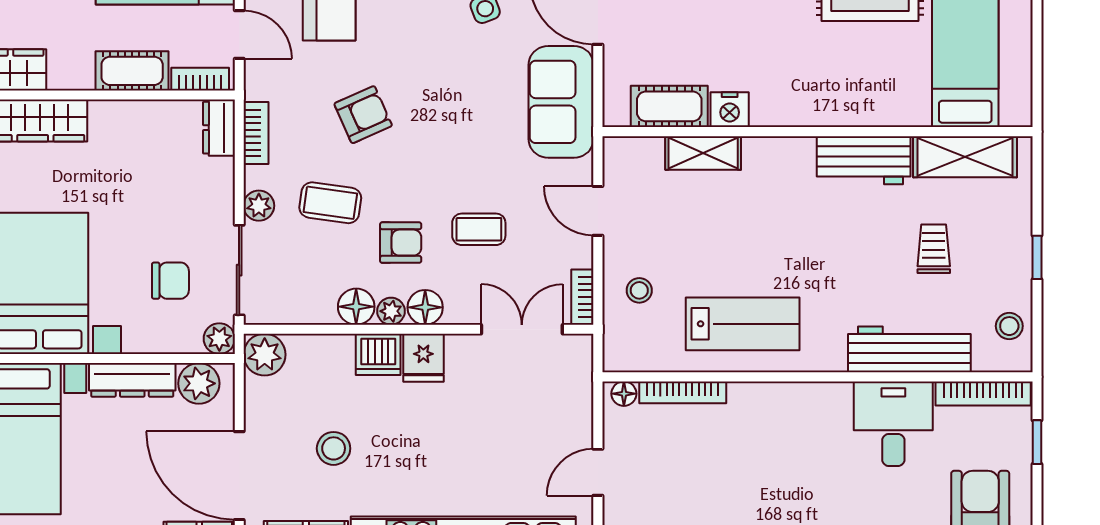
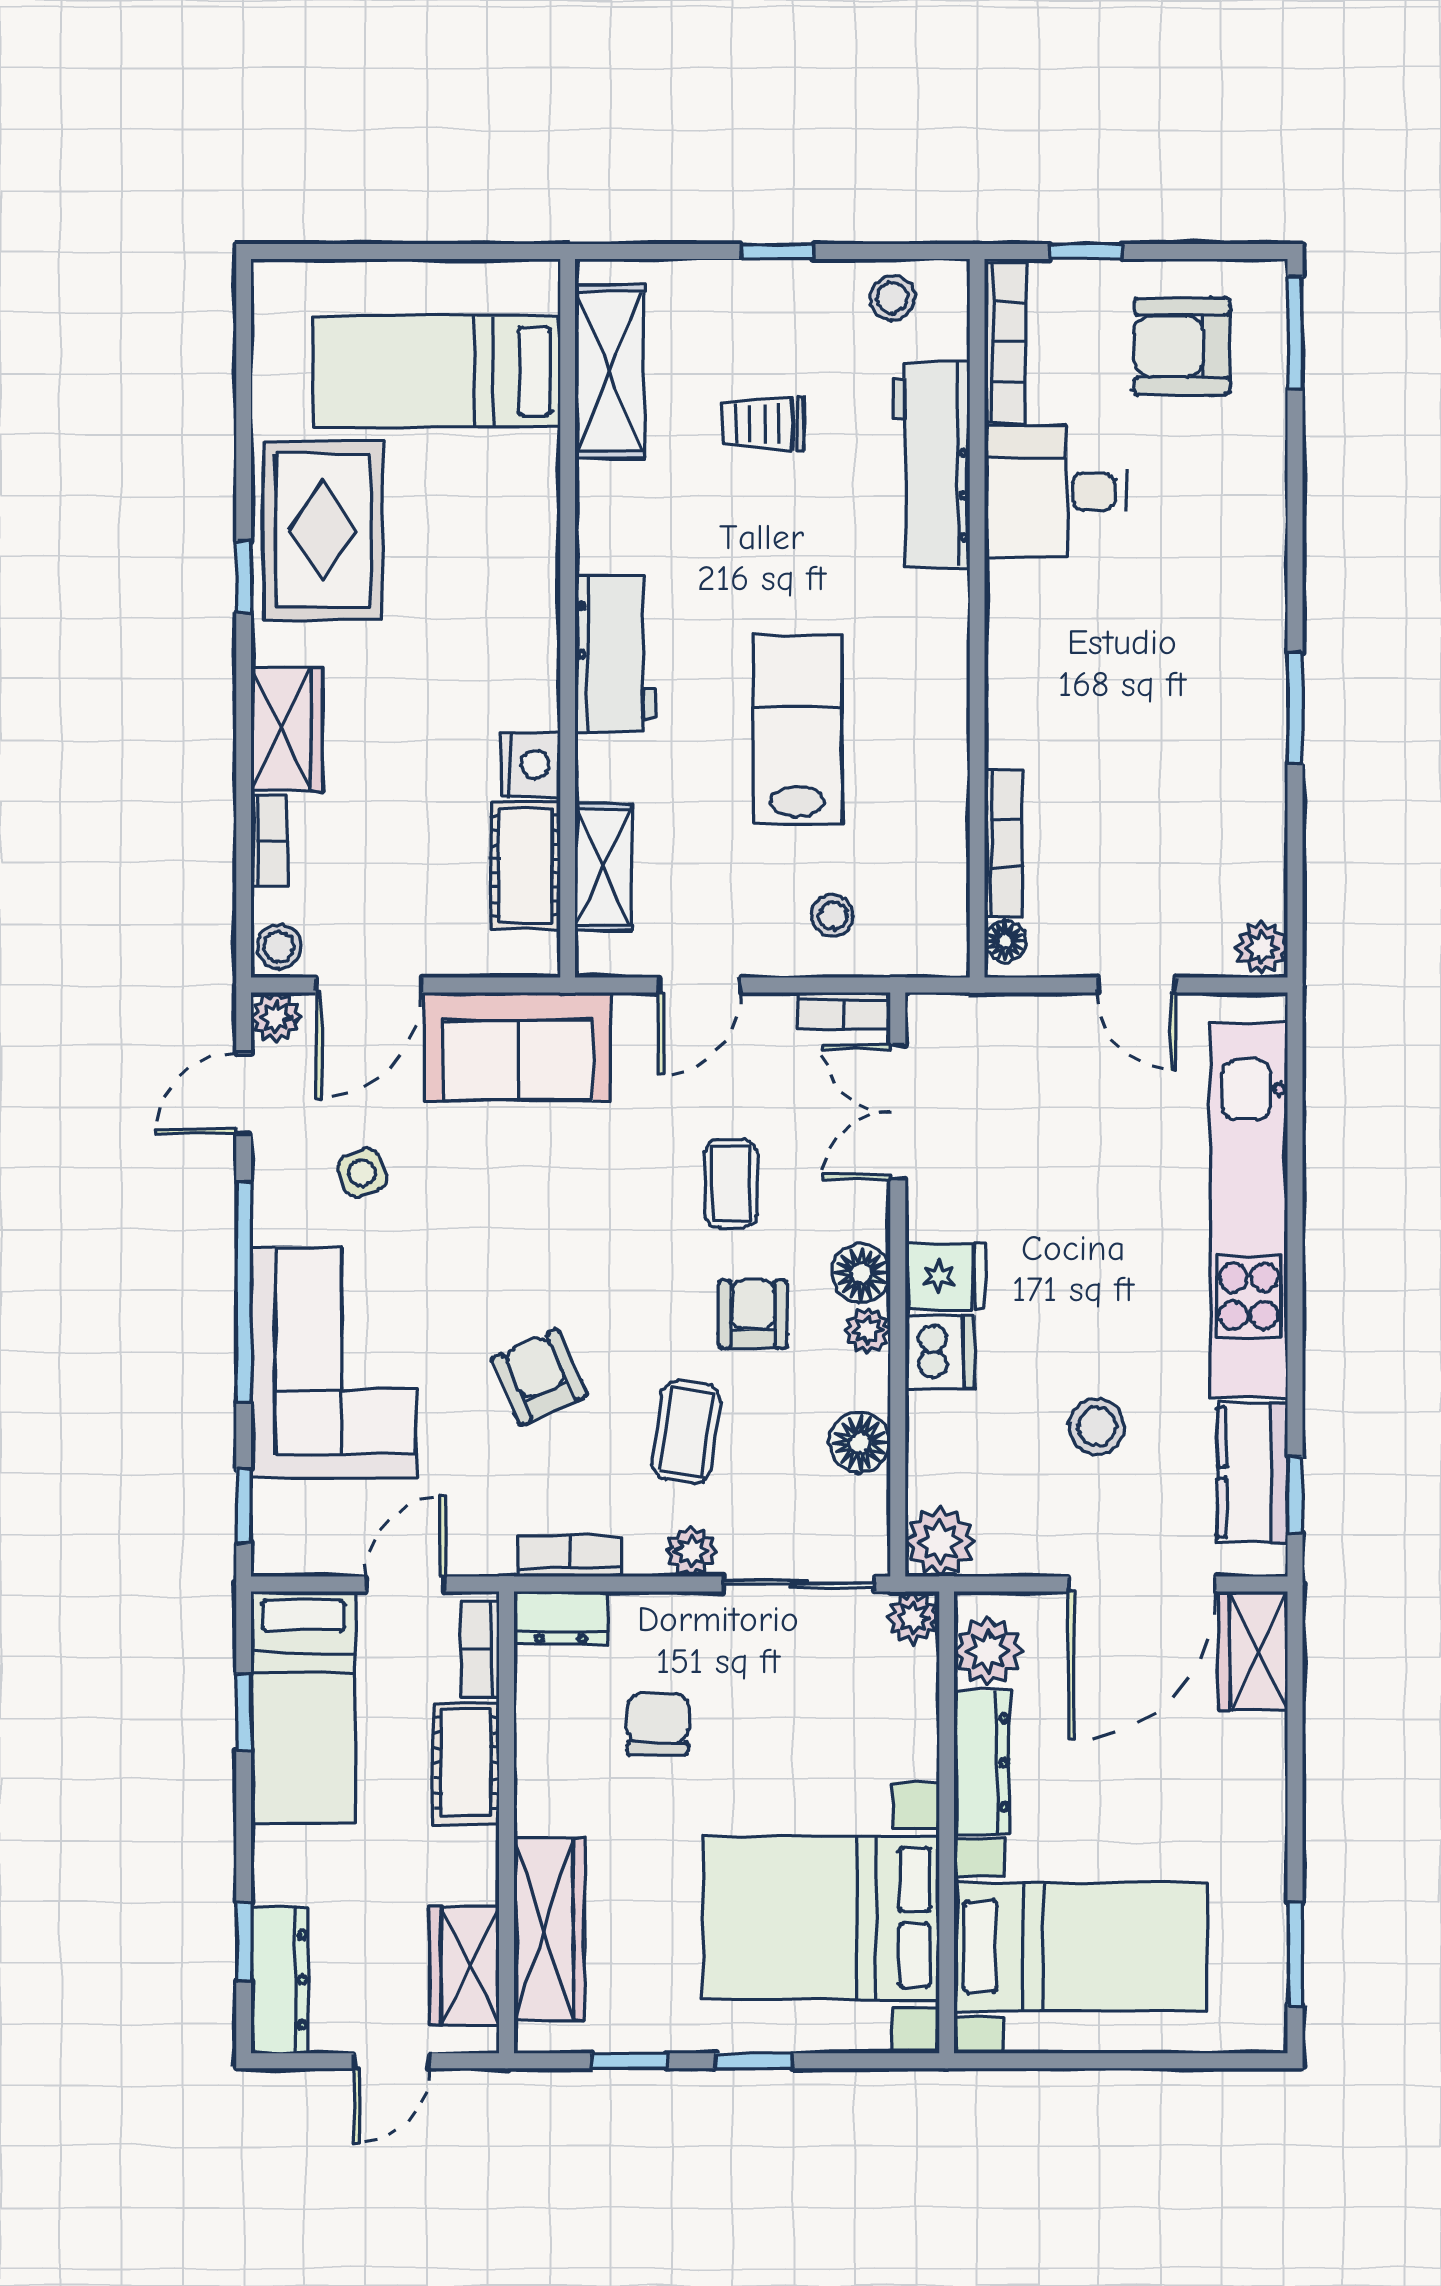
shelving: (703, 153) -> (603, 868), moved
workbench: (864, 160) -> (615, 654), moved
chair: (170, 281) -> (658, 1724), moved
floor lamp: (356, 307) -> (860, 1443), moved
lab bench: (743, 324) -> (797, 730), moved

